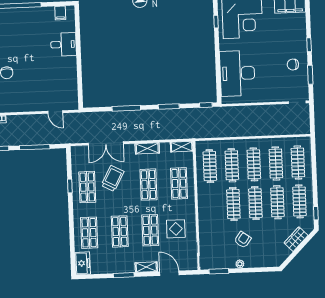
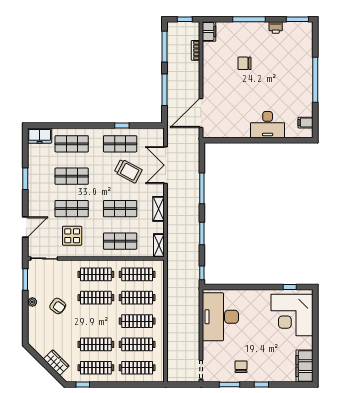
desk: (63, 44) -> (268, 125), width x1.37
desk: (237, 73) -> (220, 317), moved, turned -90
door: (55, 112) -> (201, 113), width x1.88
clothes rail: (255, 203) -> (96, 274), moved
shelving: (146, 267) -> (33, 203), removed

